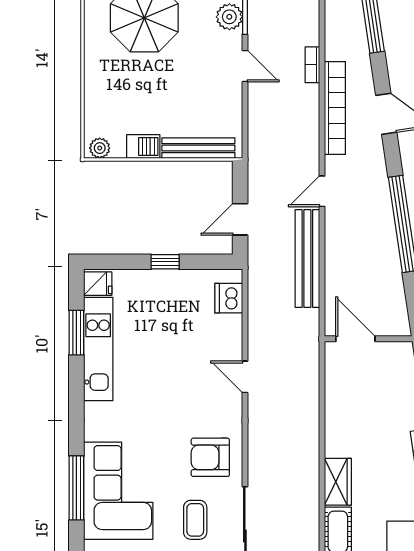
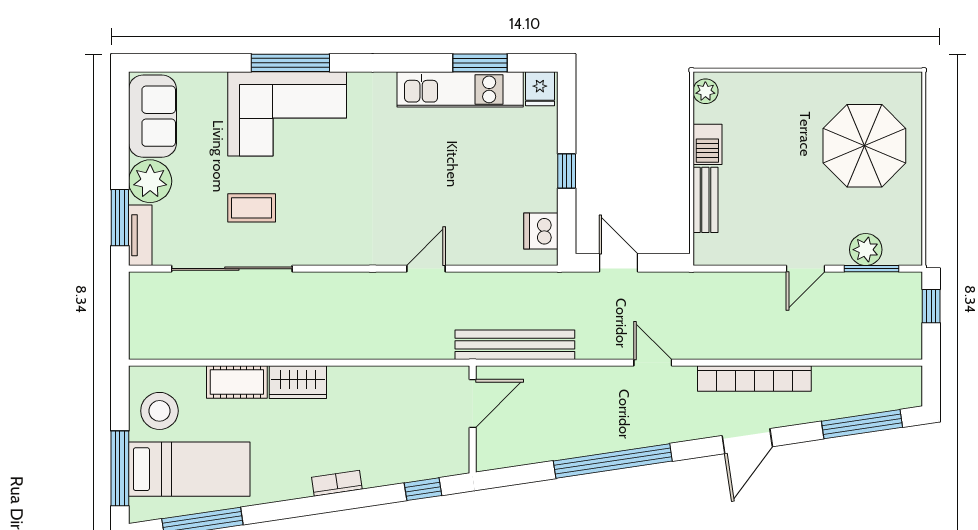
bookcase: (312, 65) -> (807, 351), removed
bench: (198, 148) -> (705, 200), width x0.73
bench: (307, 259) -> (515, 345), moved
dishwasher: (229, 298) -> (541, 231), moved, turned -90
armchair: (210, 457) -> (328, 226), removed

